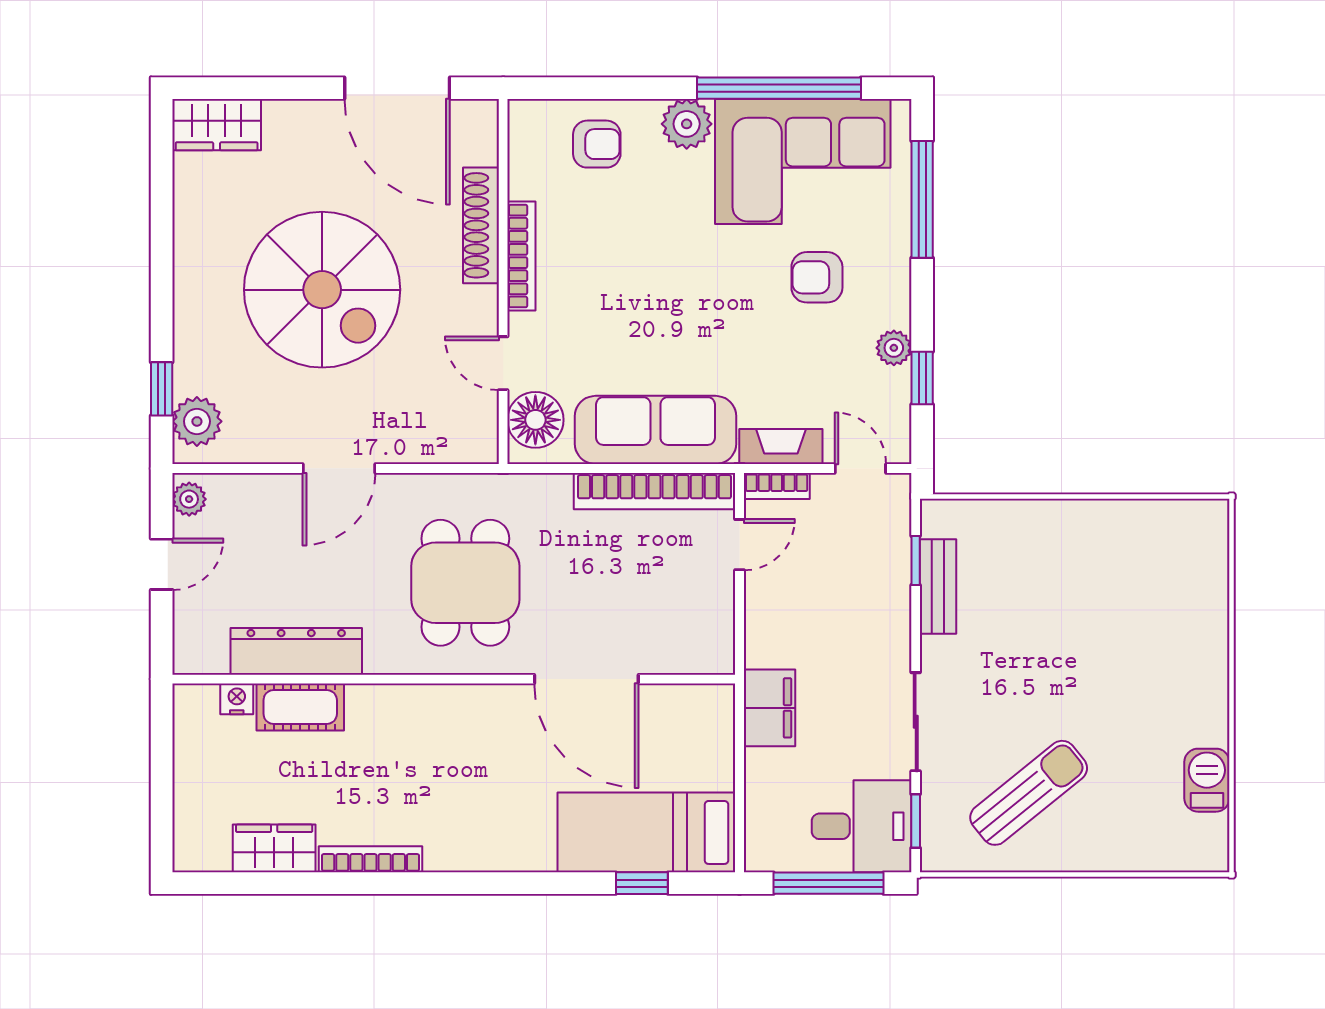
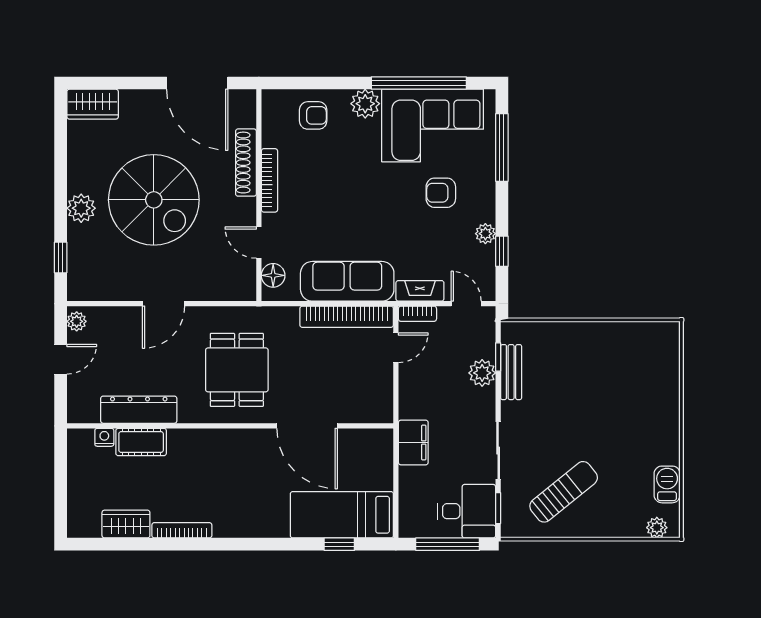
floor lamp: (535, 420) -> (273, 275), width x0.73, depth x0.73
plant: (197, 421) -> (81, 208), moved
plant: (888, 588) -> (482, 373), added
plant: (1189, 854) -> (657, 528), added

